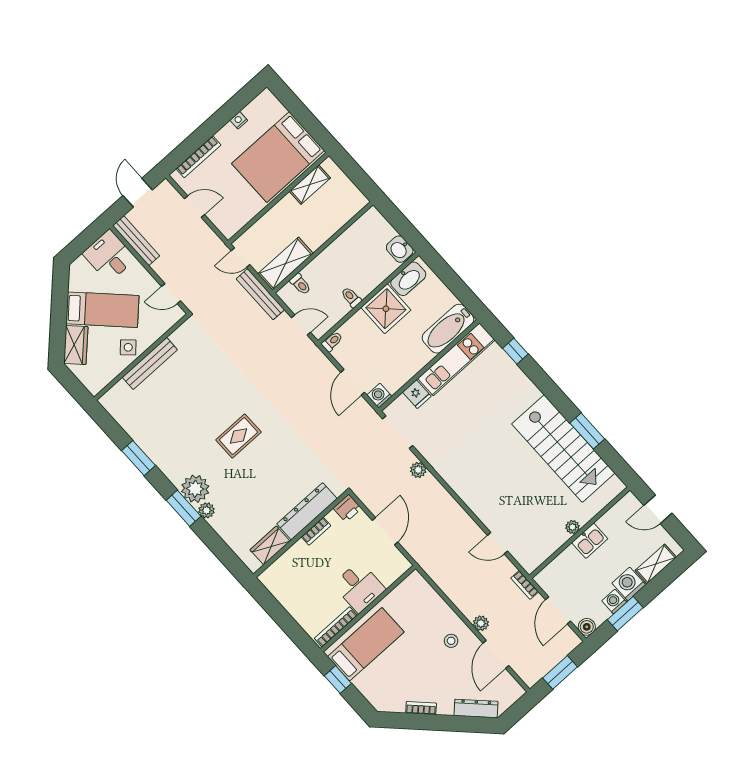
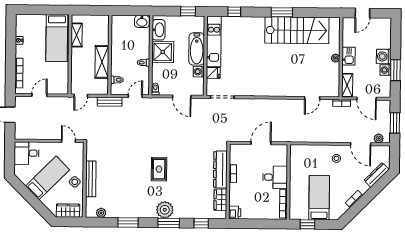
bed: (278, 157) -> (57, 38), width x0.67
bench: (136, 241) -> (31, 135), removed
shelving: (285, 264) -> (102, 62), moved
door: (171, 294) -> (68, 141), swing flipped
bench: (260, 294) -> (110, 102), width x0.73
window: (464, 294) -> (188, 11), added
bathtub: (448, 329) -> (197, 49), moved
wardrobe: (76, 345) -> (68, 211), moved, turned -45
washing machine: (379, 396) -> (199, 72), moved
window: (587, 431) -> (282, 12), moved
plant: (418, 470) -> (247, 103), removed
printer: (347, 508) -> (235, 213), moved
plant: (207, 510) -> (101, 213), moved
door: (385, 531) -> (261, 143), hinge flipped
window: (220, 548) -> (201, 223), added
shelving: (656, 564) -> (347, 85), moved
plant: (481, 623) -> (379, 138), moved
boiler: (587, 627) -> (386, 93), removed
bed: (366, 644) -> (319, 198), moved

